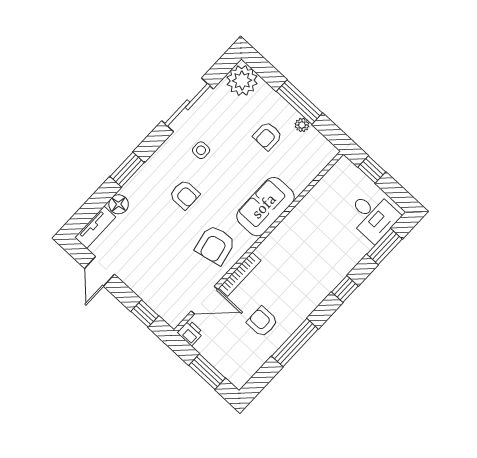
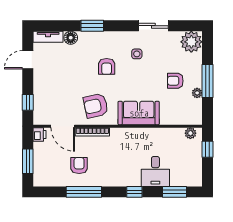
sliding door: (187, 105) -> (153, 26), width x0.73
plant: (338, 172) -> (190, 133), added
desk: (373, 216) -> (155, 171), moved

